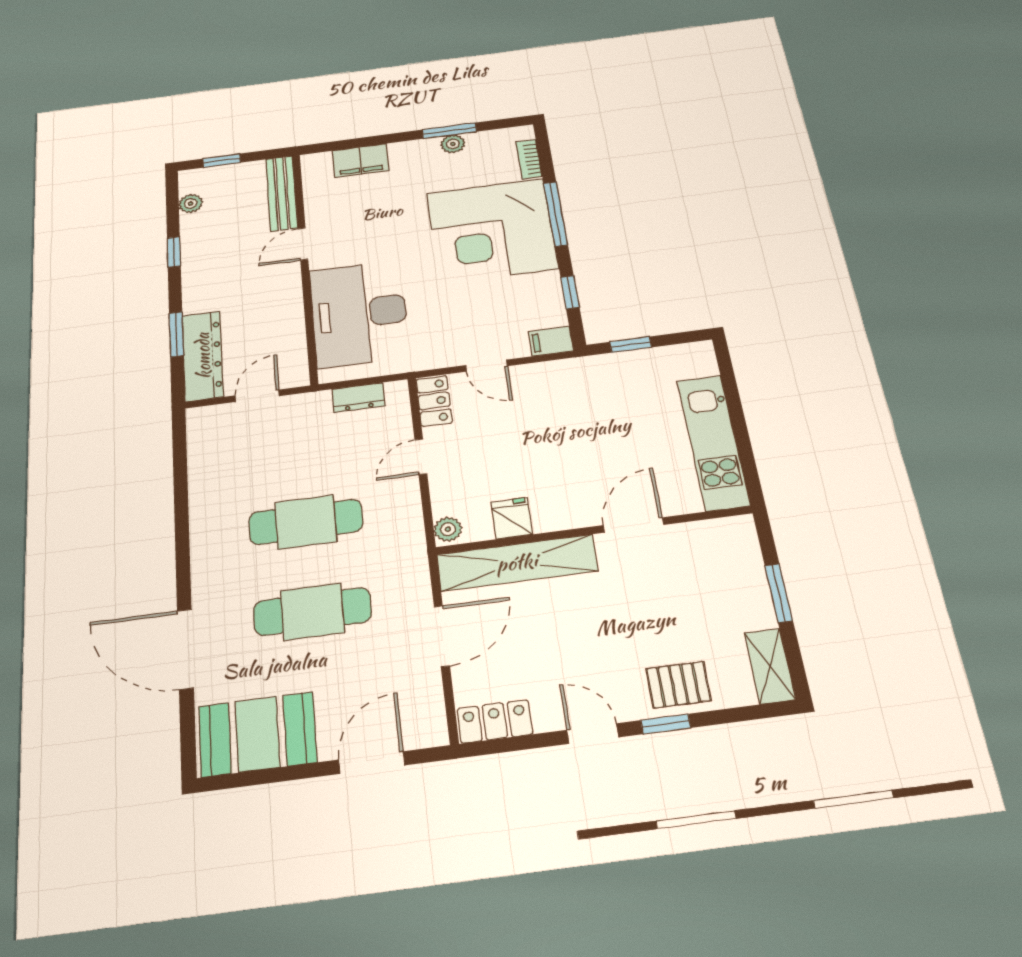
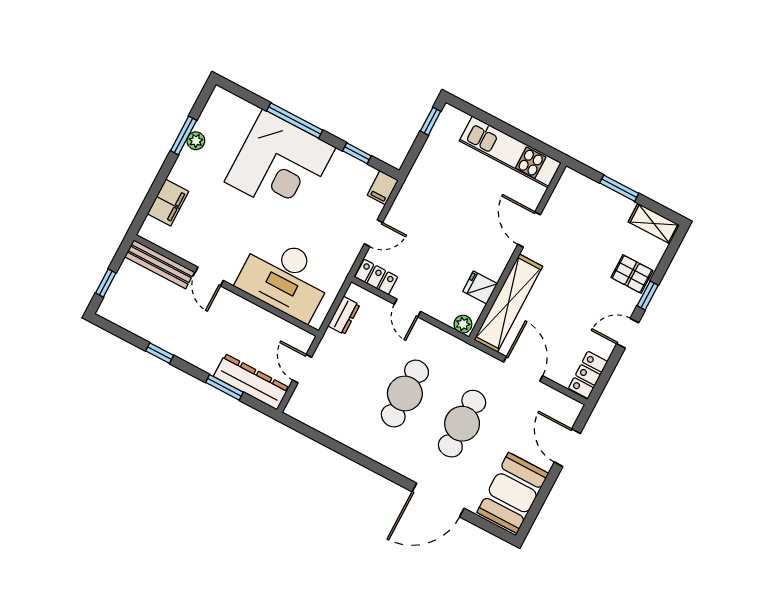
bookcase: (529, 159) -> (242, 106), removed
plant: (191, 203) -> (128, 322), removed
window: (631, 345) -> (431, 121), moved
pallet: (679, 685) -> (632, 274), turned 90

